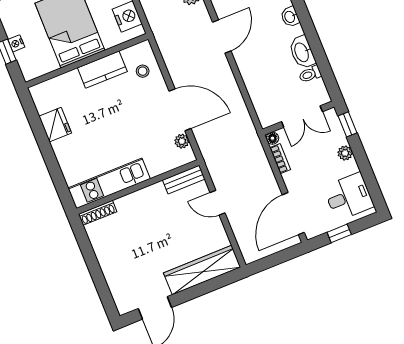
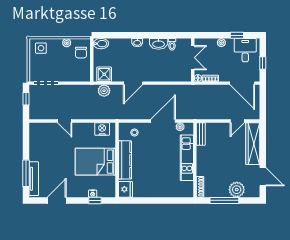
door: (222, 36) -> (133, 83), swing flipped
kitchen counter: (102, 70) -> (125, 160), width x1.50
window: (347, 124) -> (237, 35), moved
fridge: (55, 125) -> (125, 189), moved, turned 90
kitchen unit: (109, 183) -> (187, 158), moved
door: (218, 203) -> (237, 121), moved
window: (91, 261) -> (224, 200), added
plant: (117, 274) -> (237, 190), added

